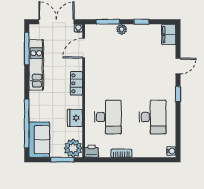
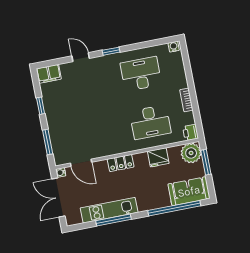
plant: (122, 29) -> (53, 126), removed
window: (27, 49) -> (114, 220), moved
desk: (108, 117) -> (150, 122), turned 180

